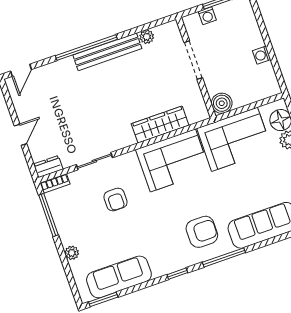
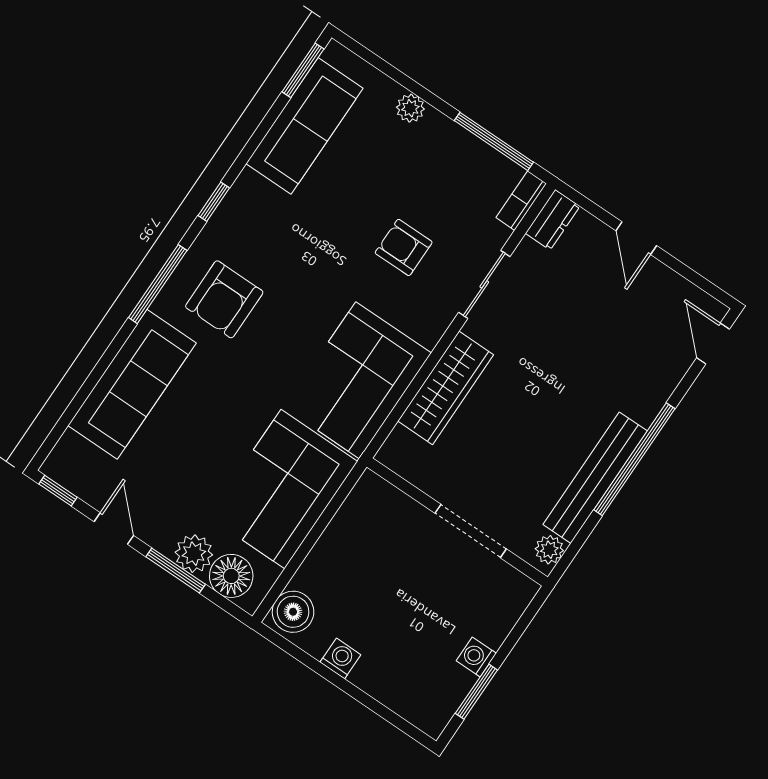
doorway: (193, 60) -> (471, 531), moved
wall: (196, 68) -> (457, 522), moved
boiler: (222, 103) -> (293, 612), moved
wardrobe: (160, 125) -> (446, 388), moved

